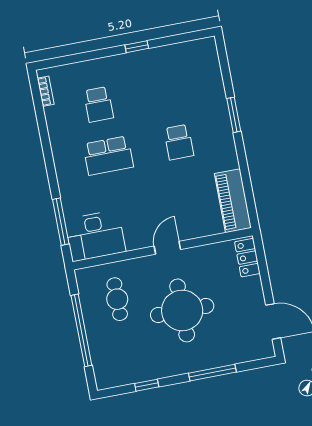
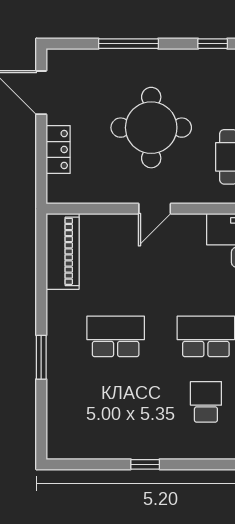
school desk: (179, 142) -> (116, 336), width x1.85
locker: (247, 258) -> (58, 149), moved

